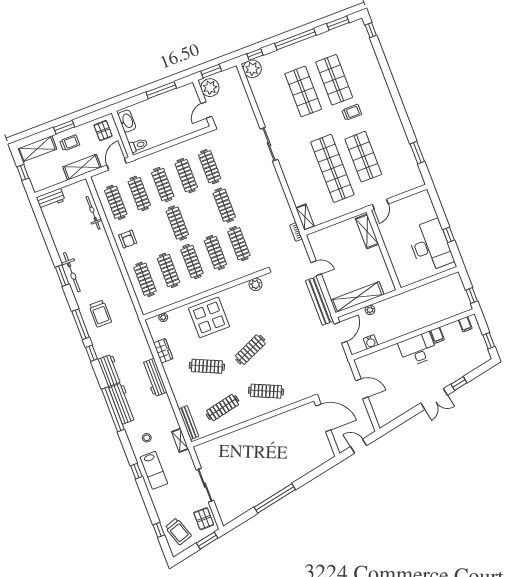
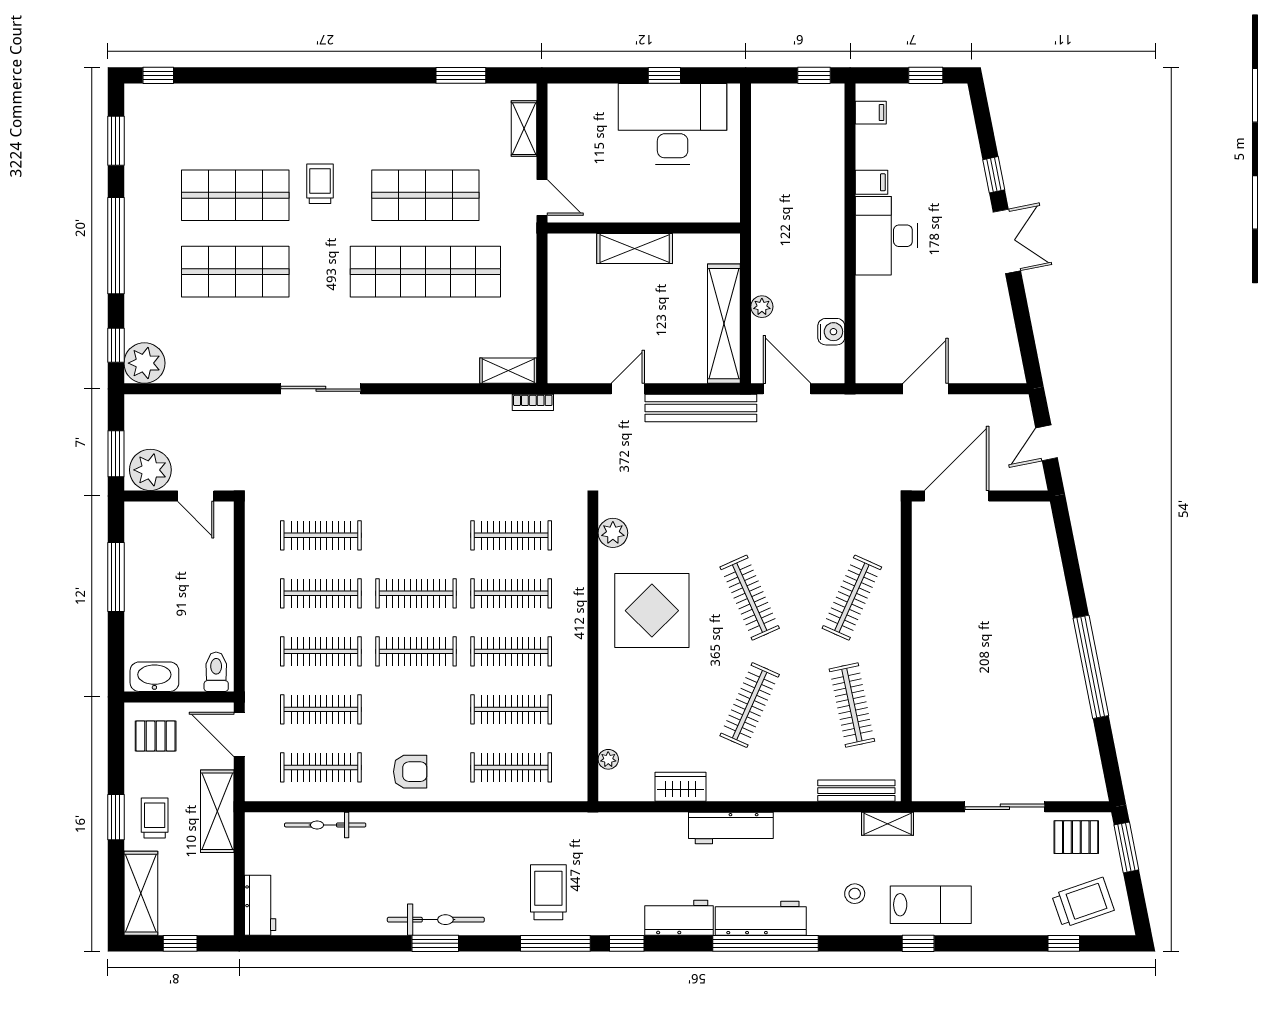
shelving: (405, 186) -> (524, 129), added
clothes rail: (224, 205) -> (416, 593), moved
shelving: (367, 231) -> (635, 248), moved
trolley: (100, 314) -> (548, 892), turned -90
display table: (209, 317) -> (652, 611), moved

